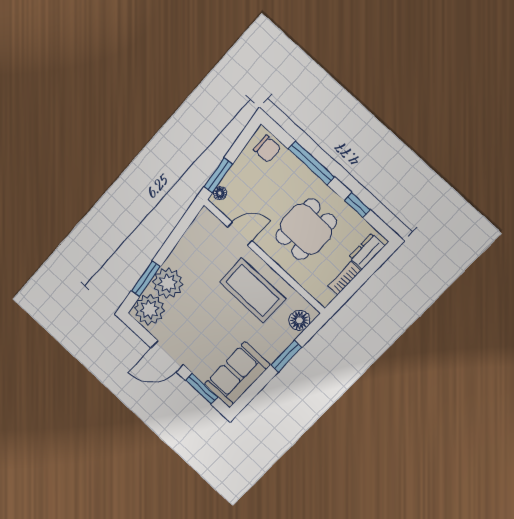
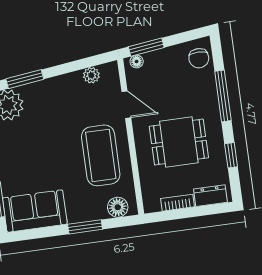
plant: (168, 283) -> (91, 75), moved, width x0.53, depth x0.53

